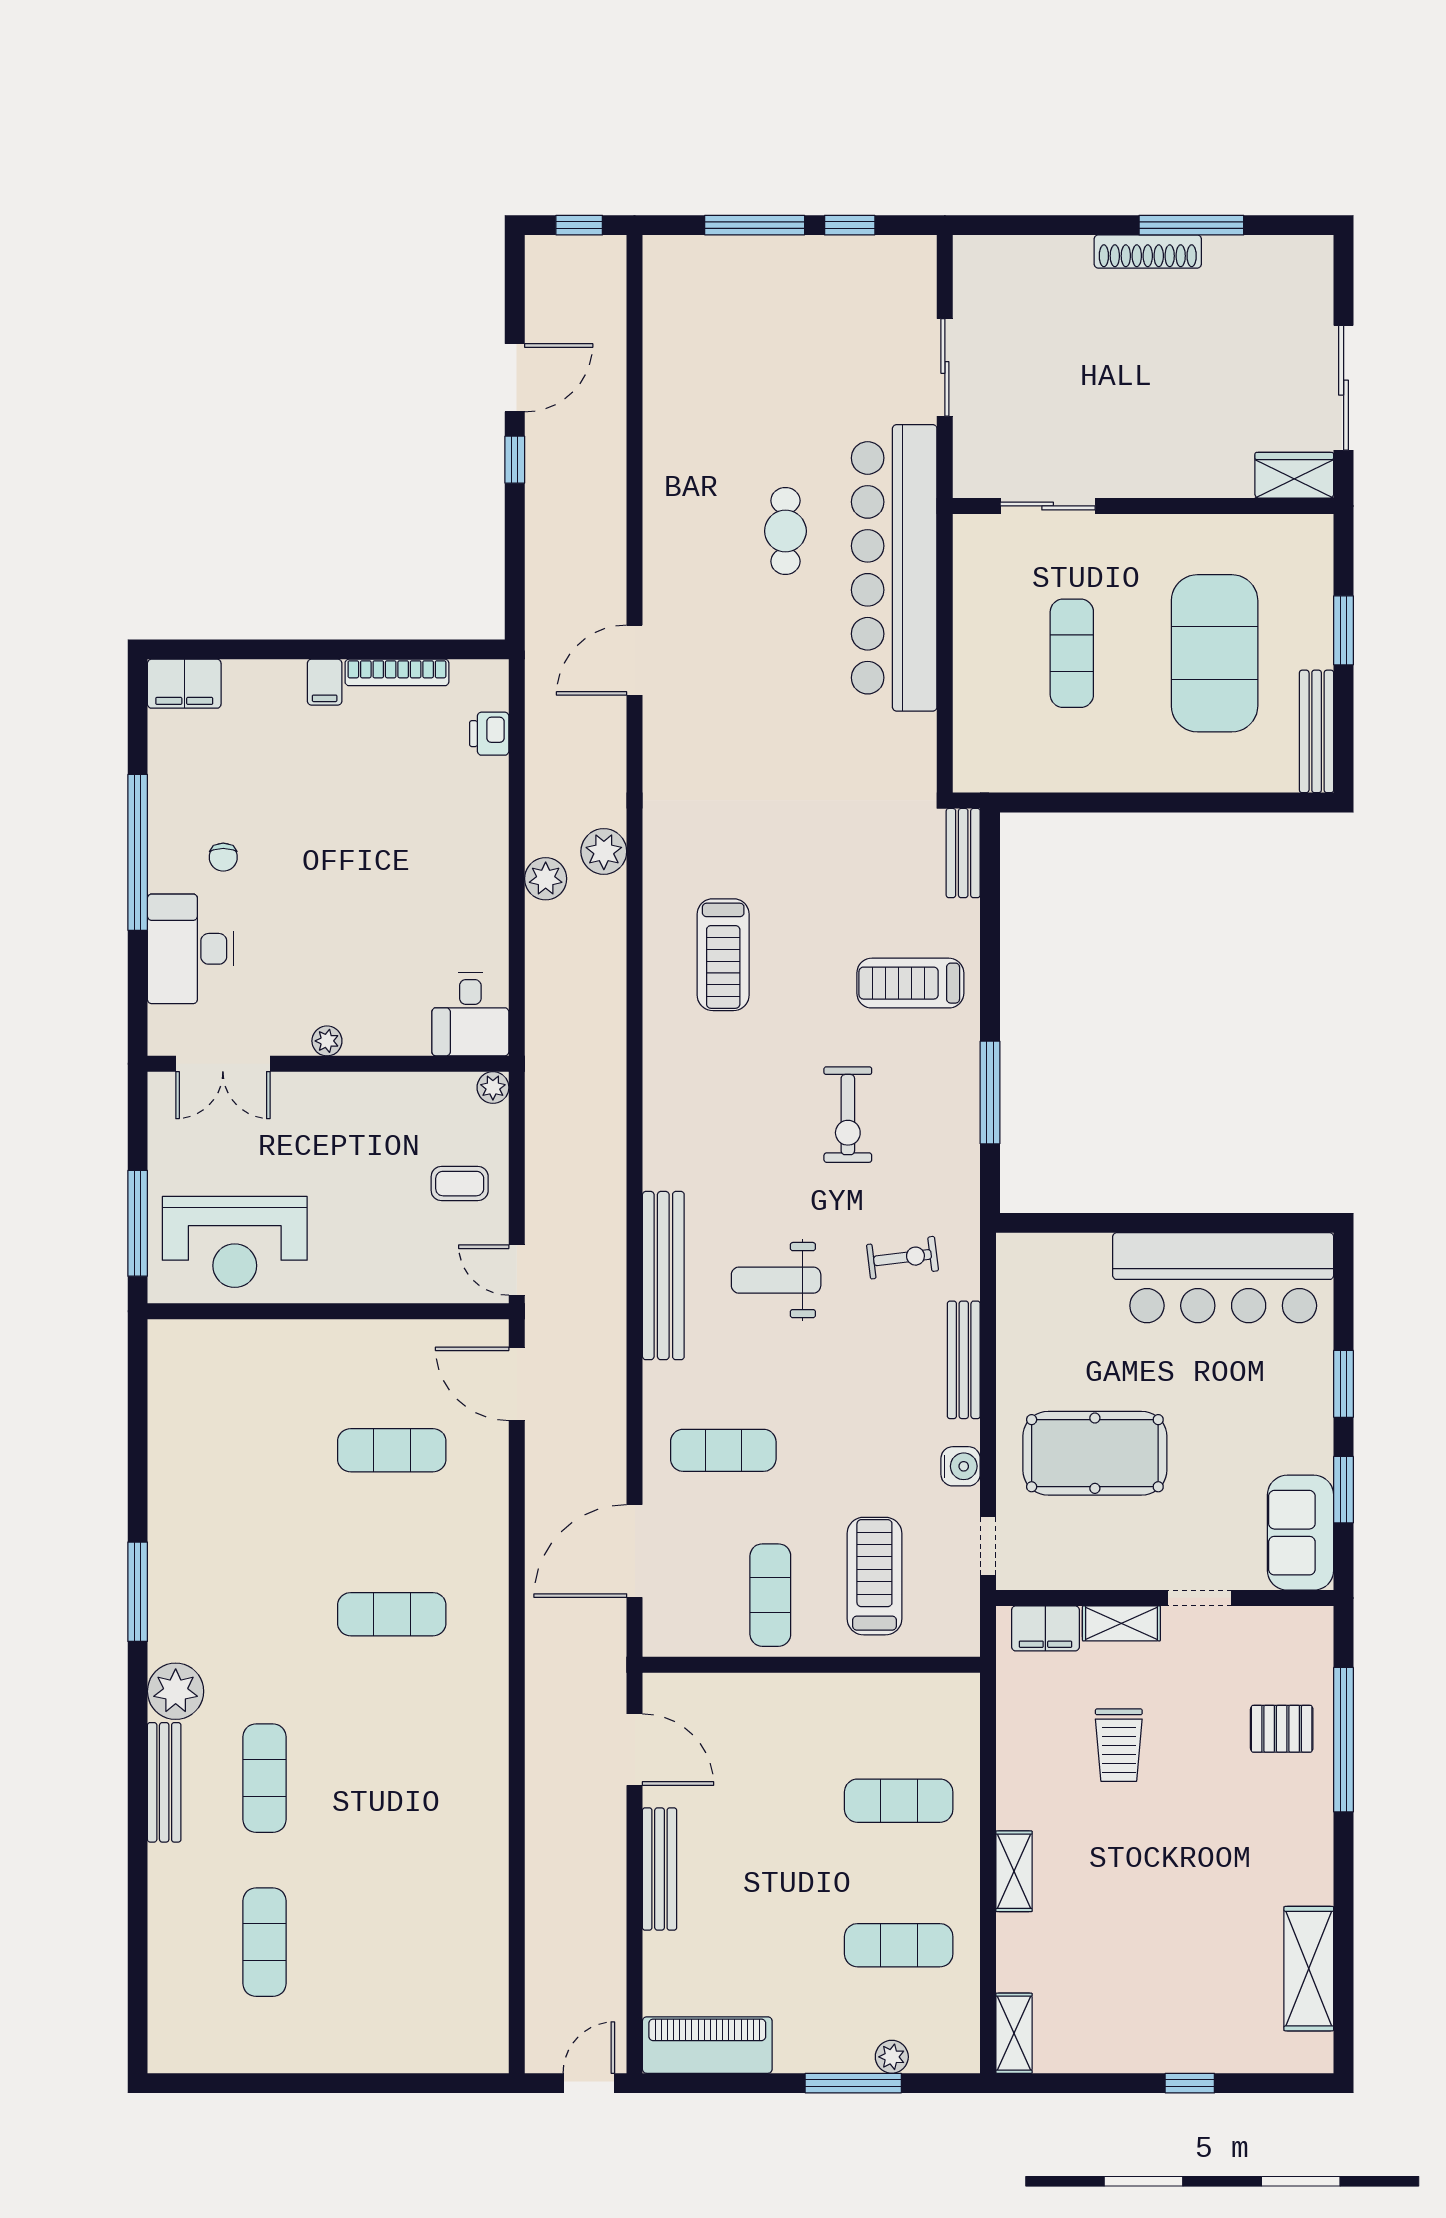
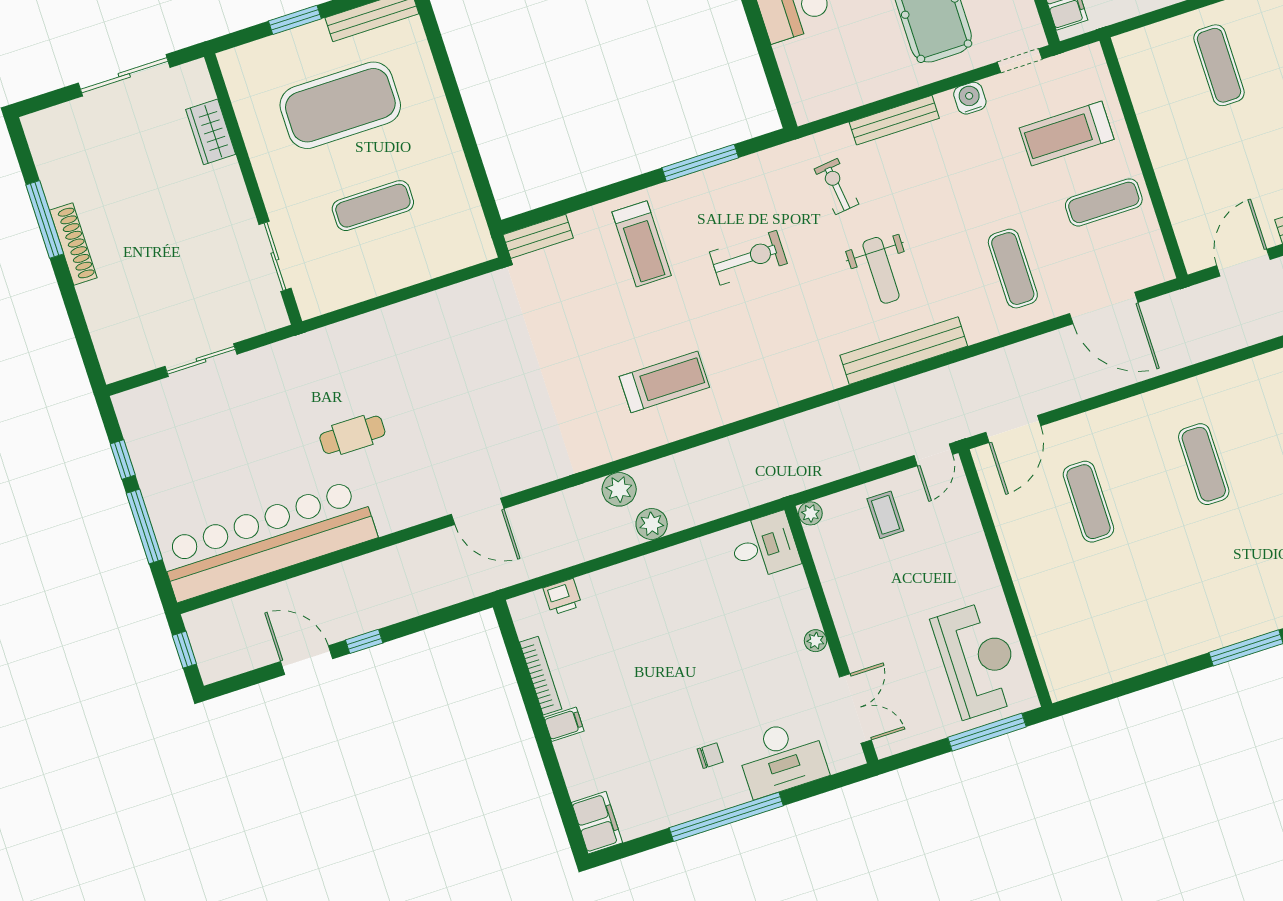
wardrobe: (1294, 475) -> (211, 132), moved
bar counter: (894, 568) -> (268, 540), moved, turned 180

